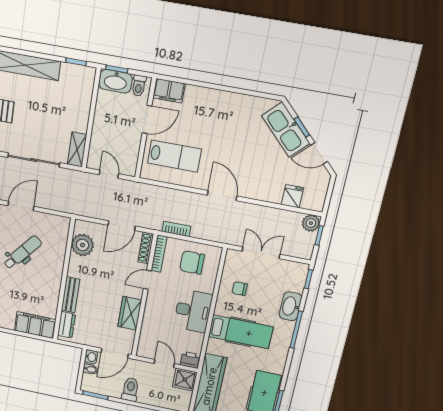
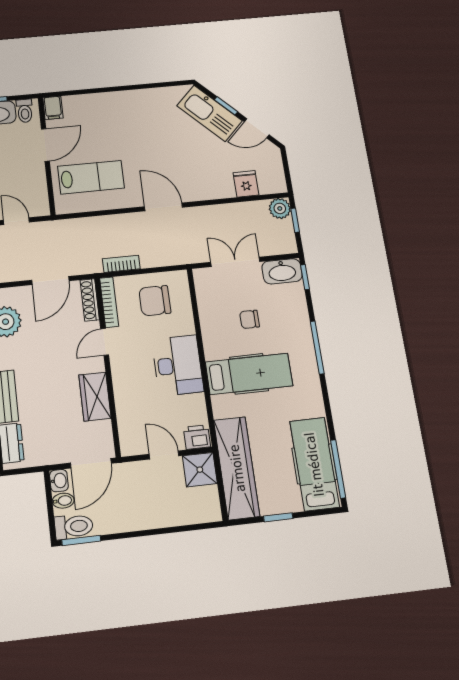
filing cabinet: (169, 91) -> (53, 108), width x0.50
chair: (240, 289) -> (250, 319), moved
washbasin: (290, 306) -> (282, 271), moved, turned -90
toilet: (130, 389) -> (74, 526), moved, turned 90

